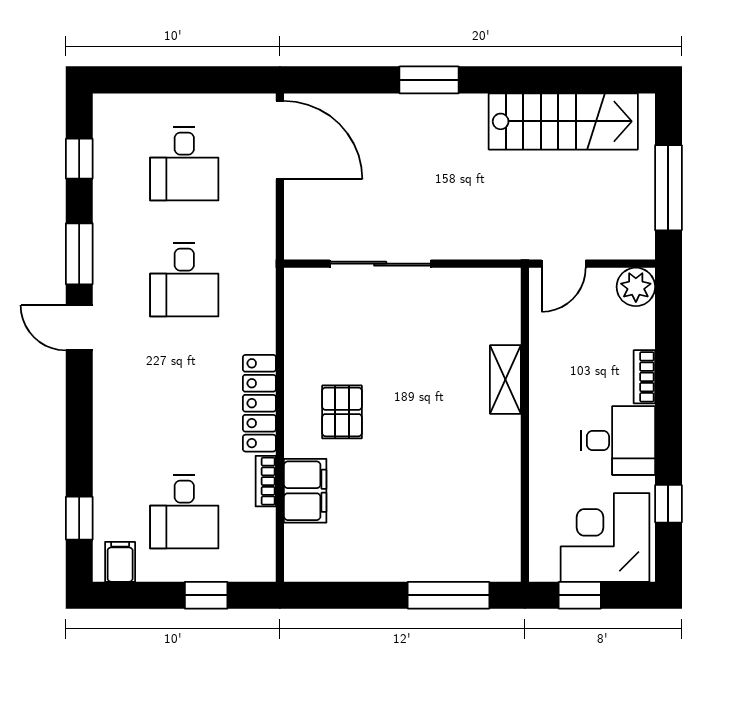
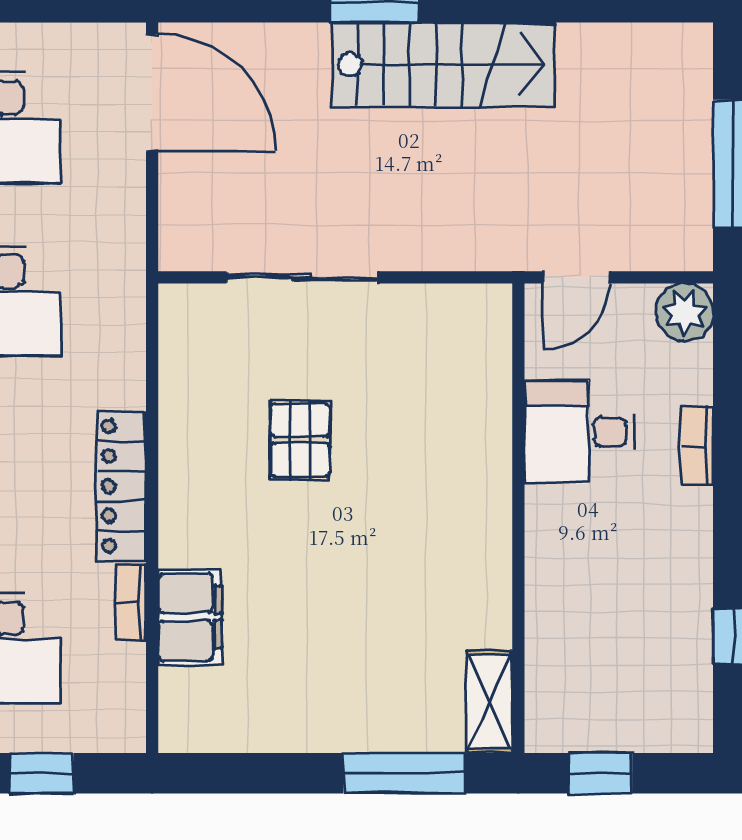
stairs: (563, 121) -> (443, 64), moved
shelving: (505, 379) -> (489, 702), moved
pallet: (342, 412) -> (300, 440), moved
desk: (618, 440) -> (580, 432), moved, turned 180
corner desk: (605, 537) -> (638, 687), removed

